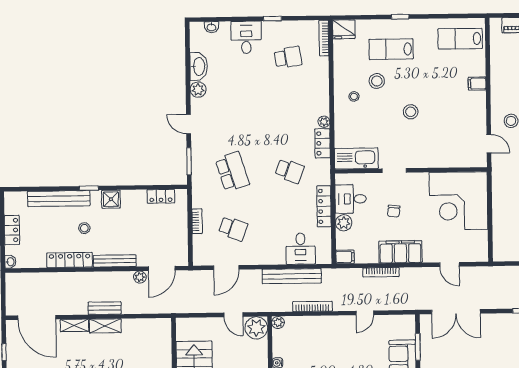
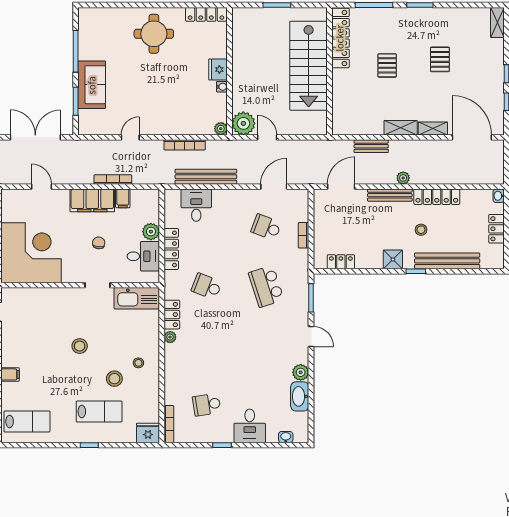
filing cabinet: (345, 257) -> (123, 198), moved, turned -90
plant: (140, 277) -> (403, 178), moved
bench: (105, 308) -> (371, 146), moved

